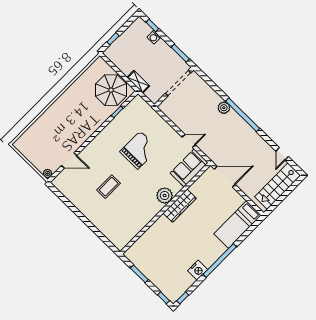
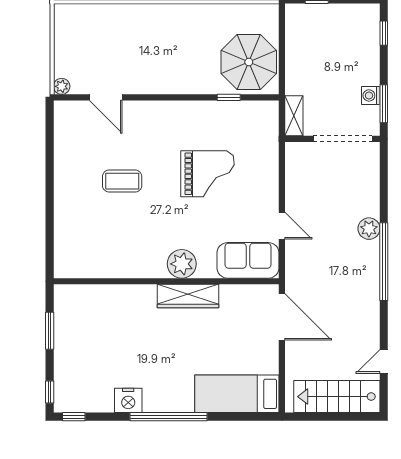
washing machine: (154, 37) -> (371, 95), moved
shelving: (138, 82) -> (294, 116), moved

